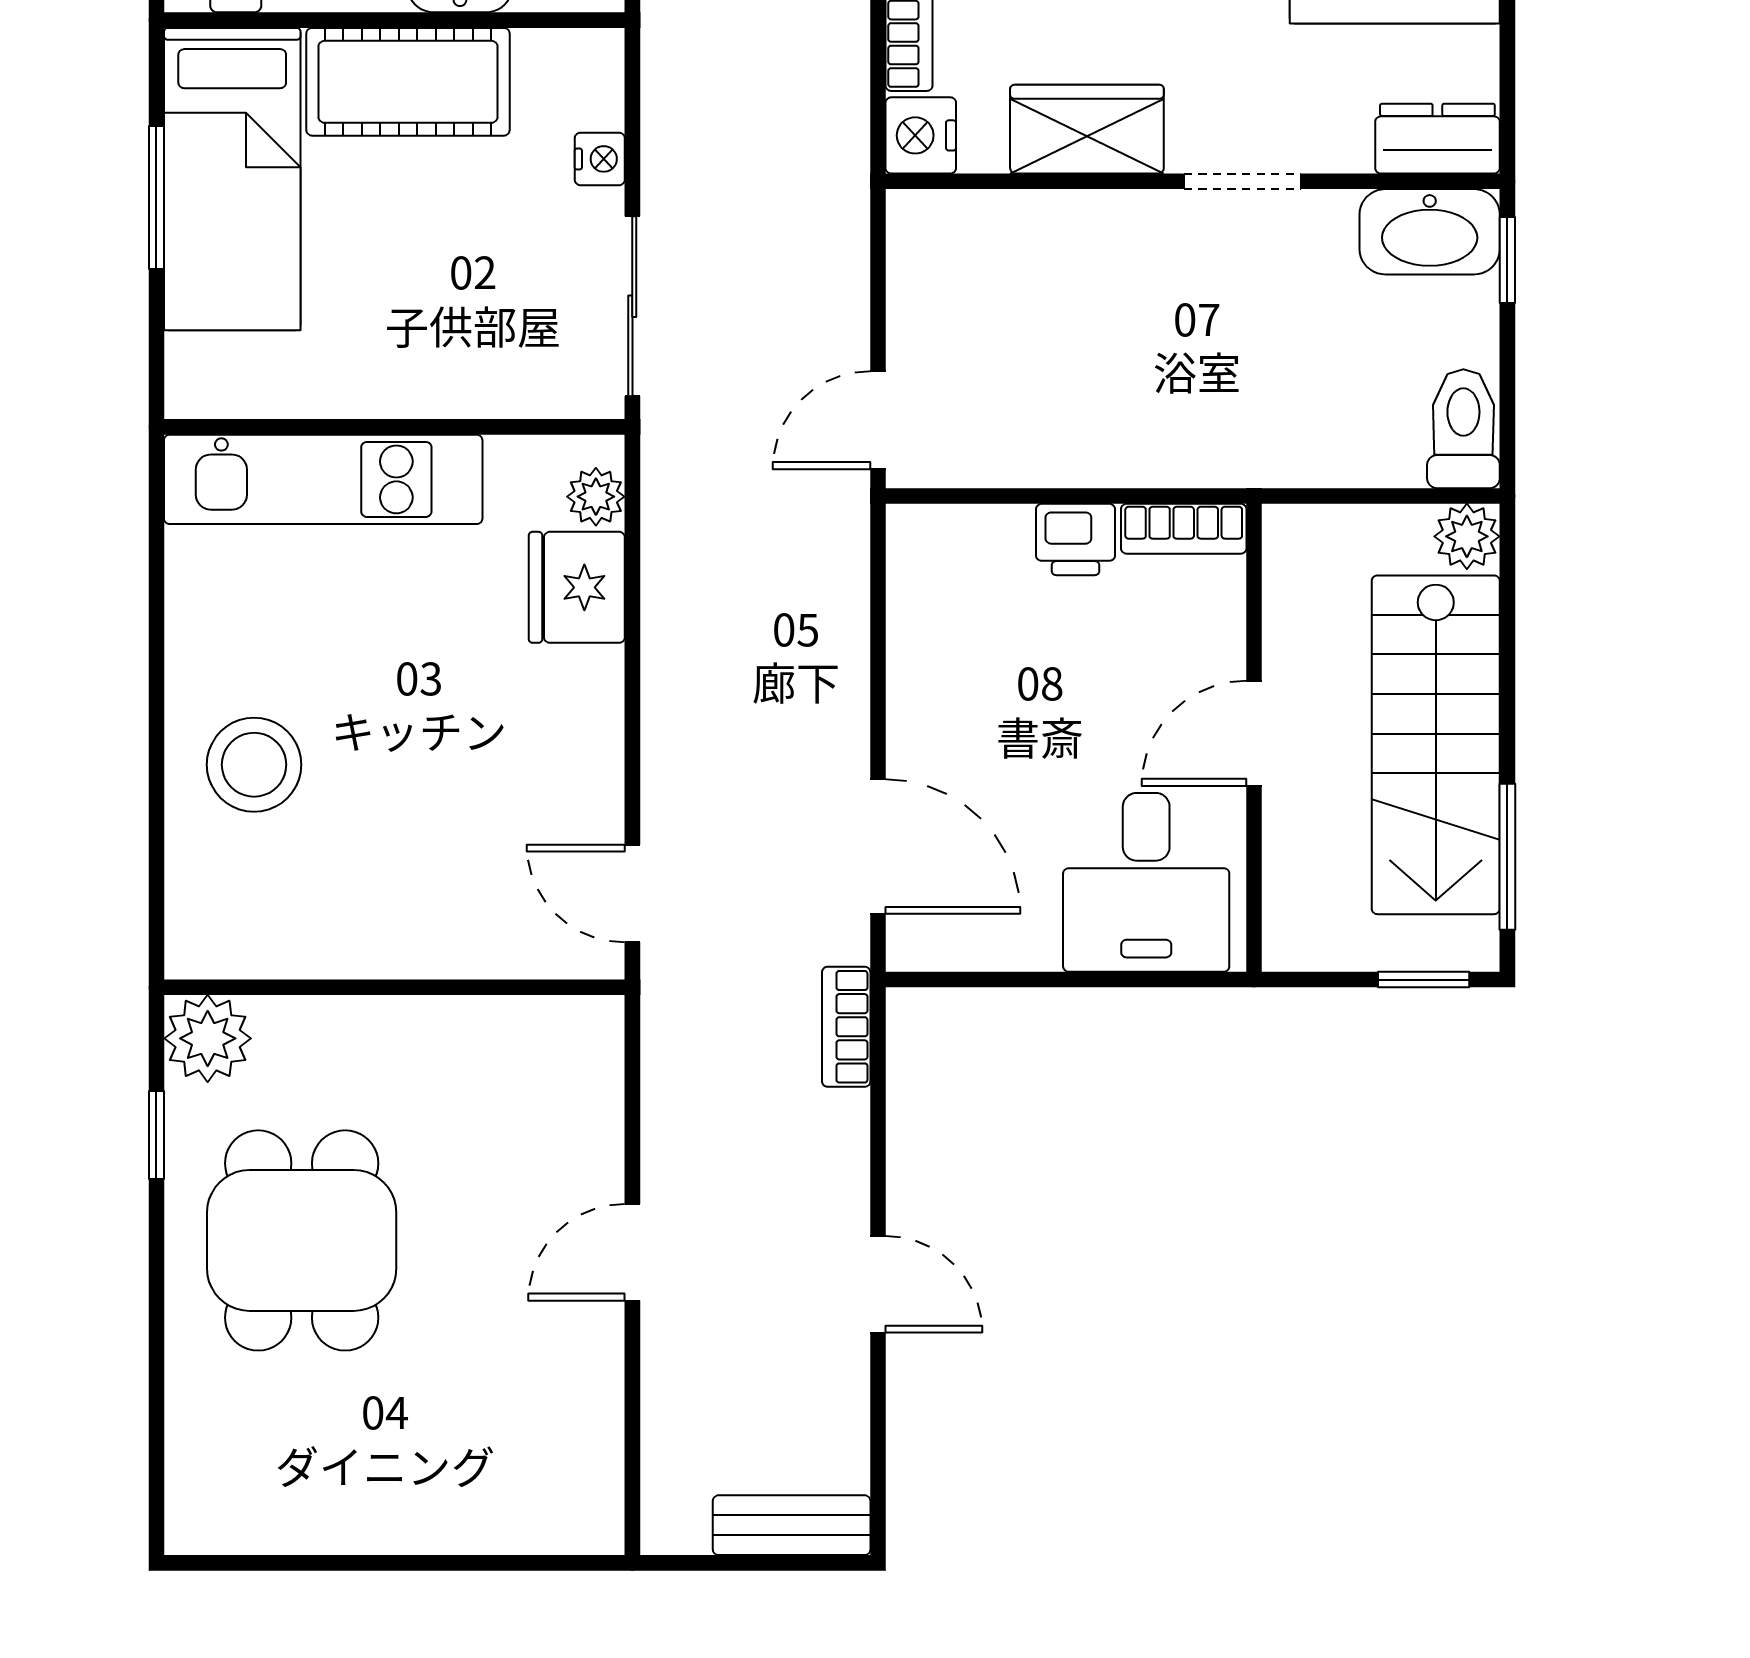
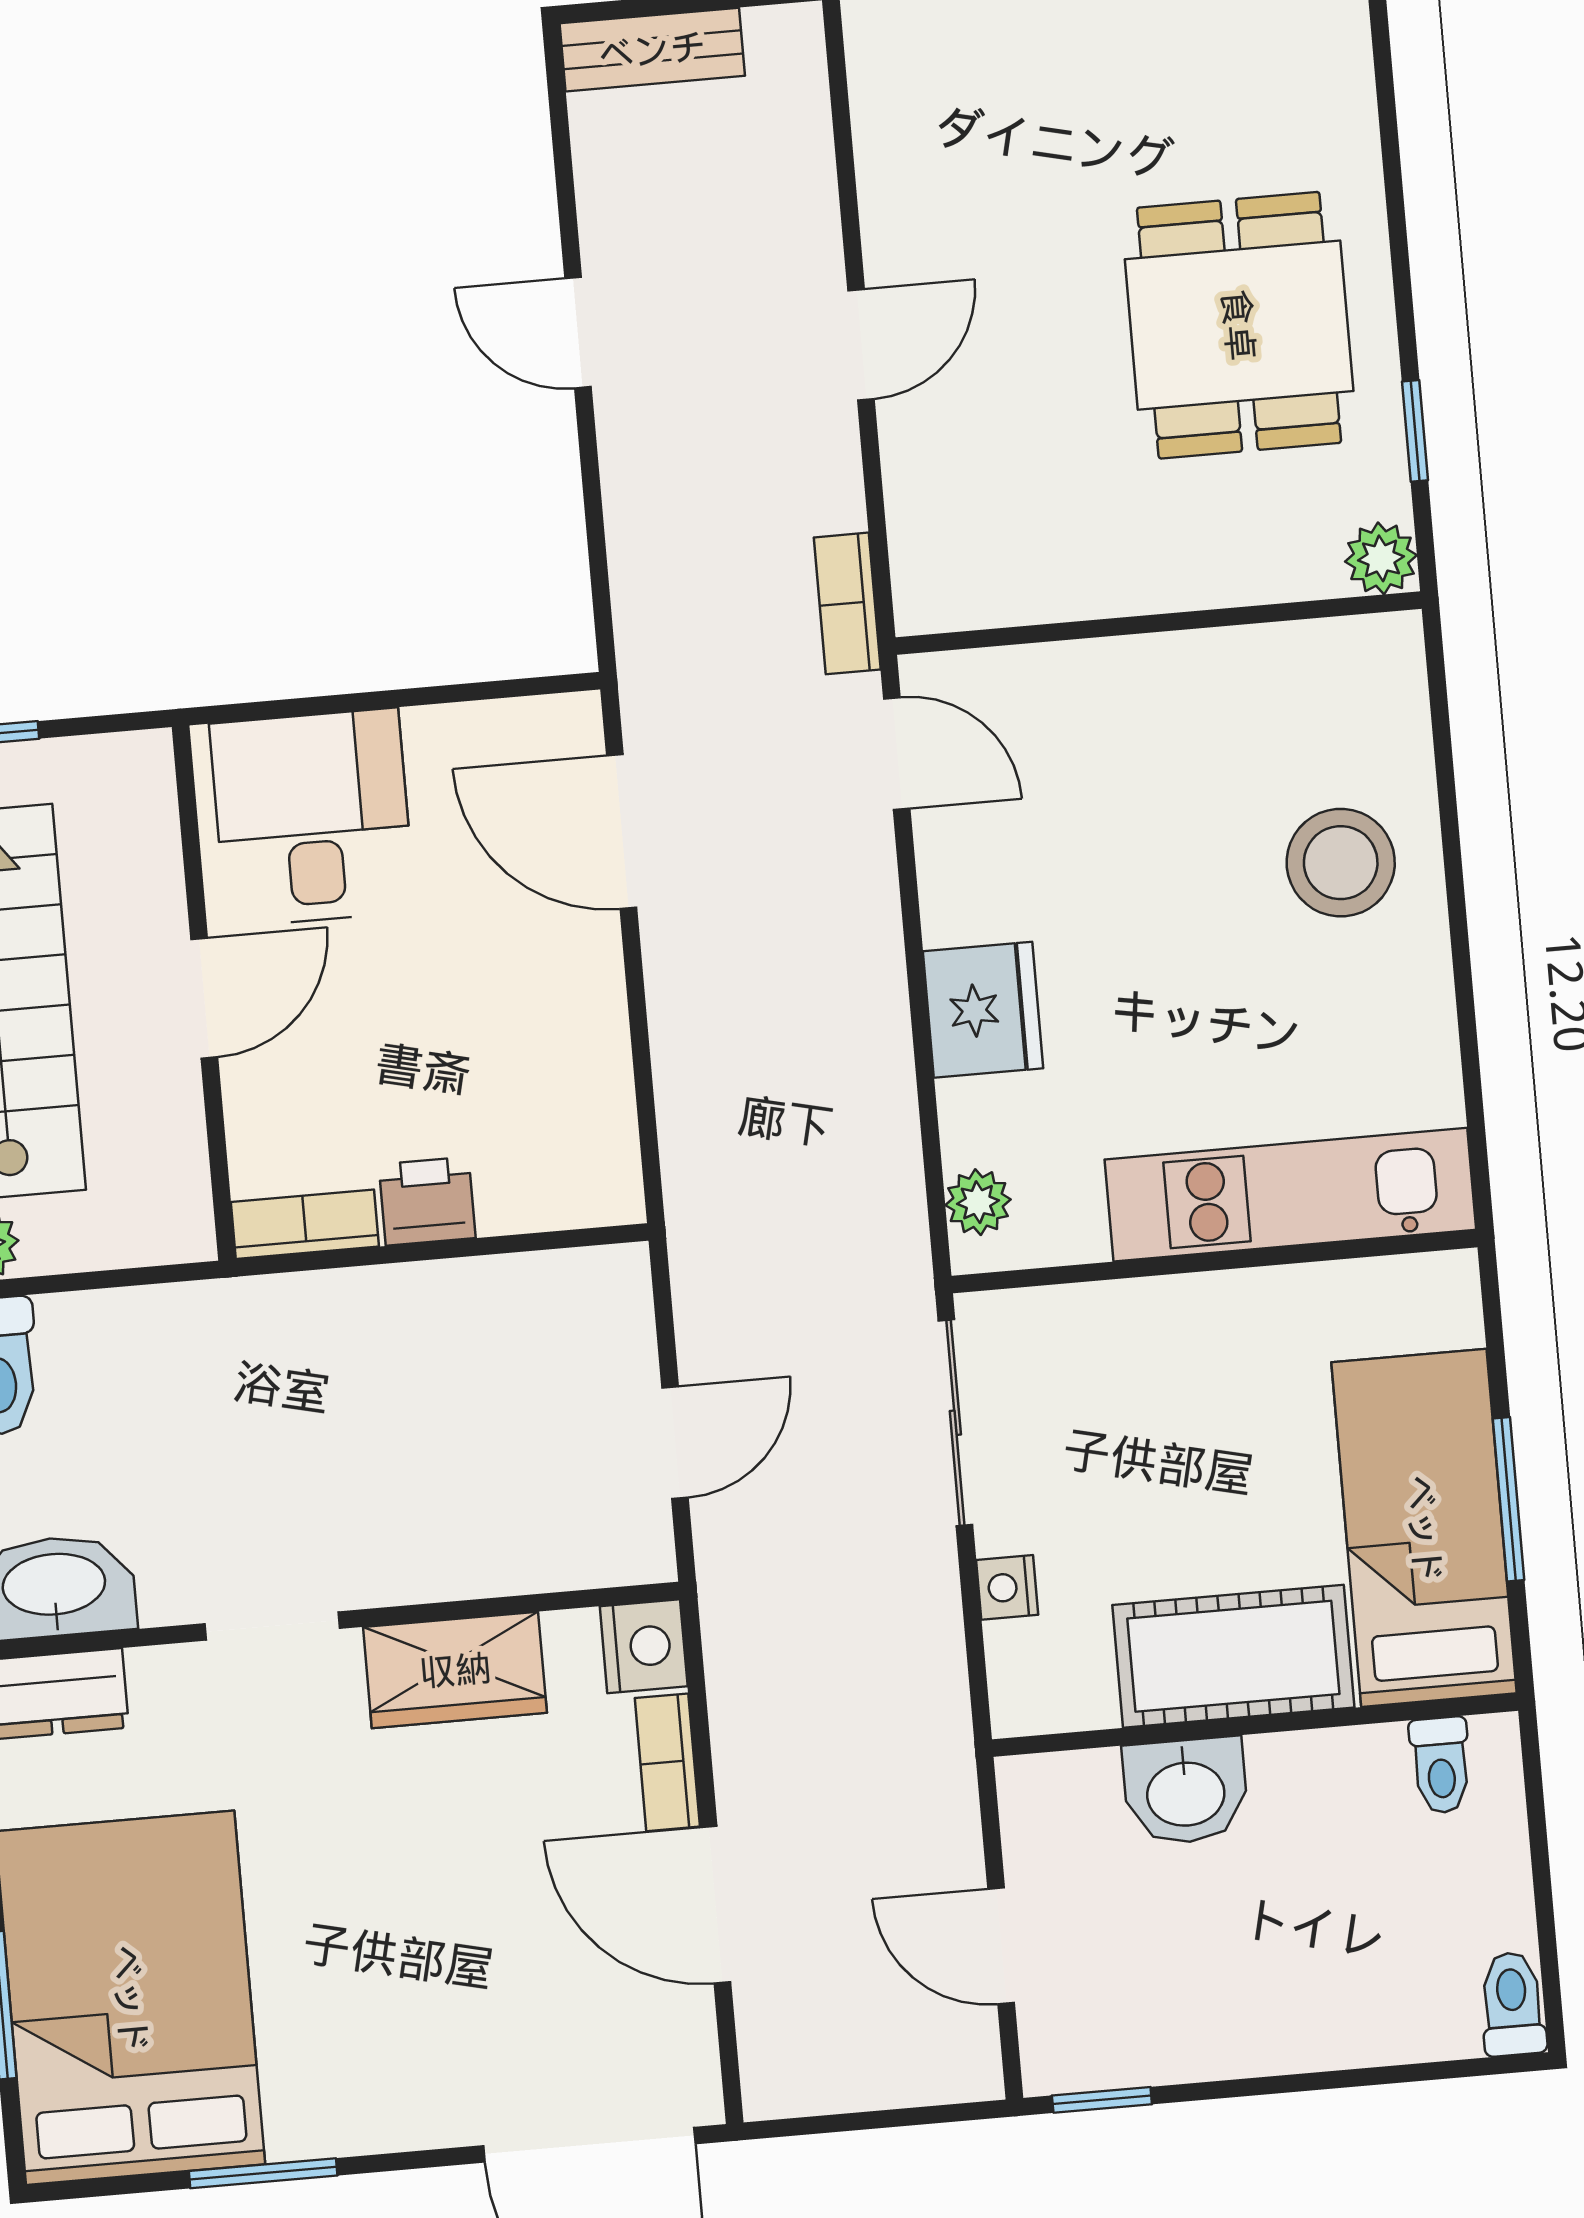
door: (878, 420) -> (675, 1443), moved
fridge: (577, 587) -> (983, 1010), moved
bookcase: (846, 1027) -> (847, 603), moved, turned 180
plant: (208, 1038) -> (1381, 558), width x0.73, depth x0.73

